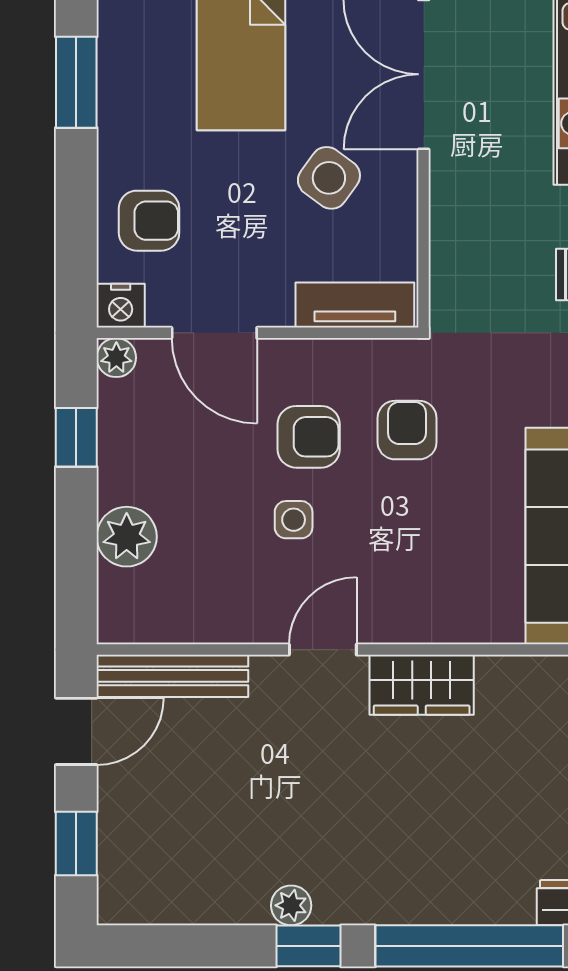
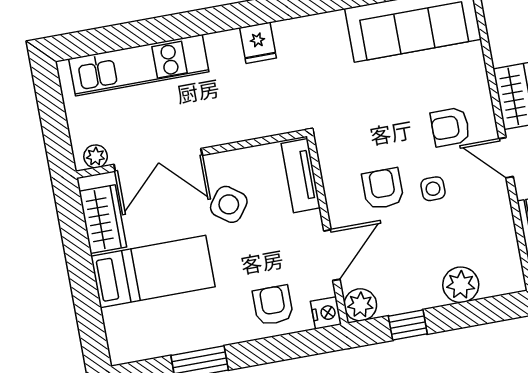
plant: (116, 358) -> (360, 305), width x1.38, depth x1.38
armchair: (407, 430) -> (450, 127), moved

